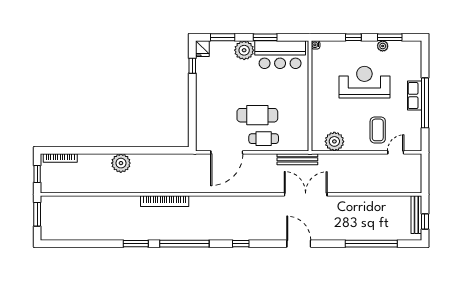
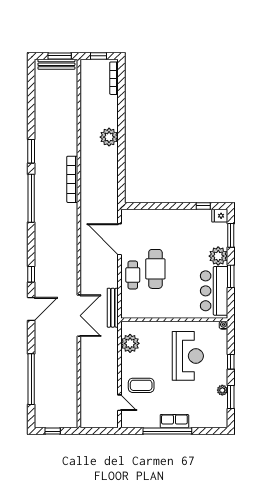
reception desk: (364, 82) -> (188, 356), moved
bench: (416, 215) -> (56, 64), moved
window: (241, 244) -> (31, 274), moved

